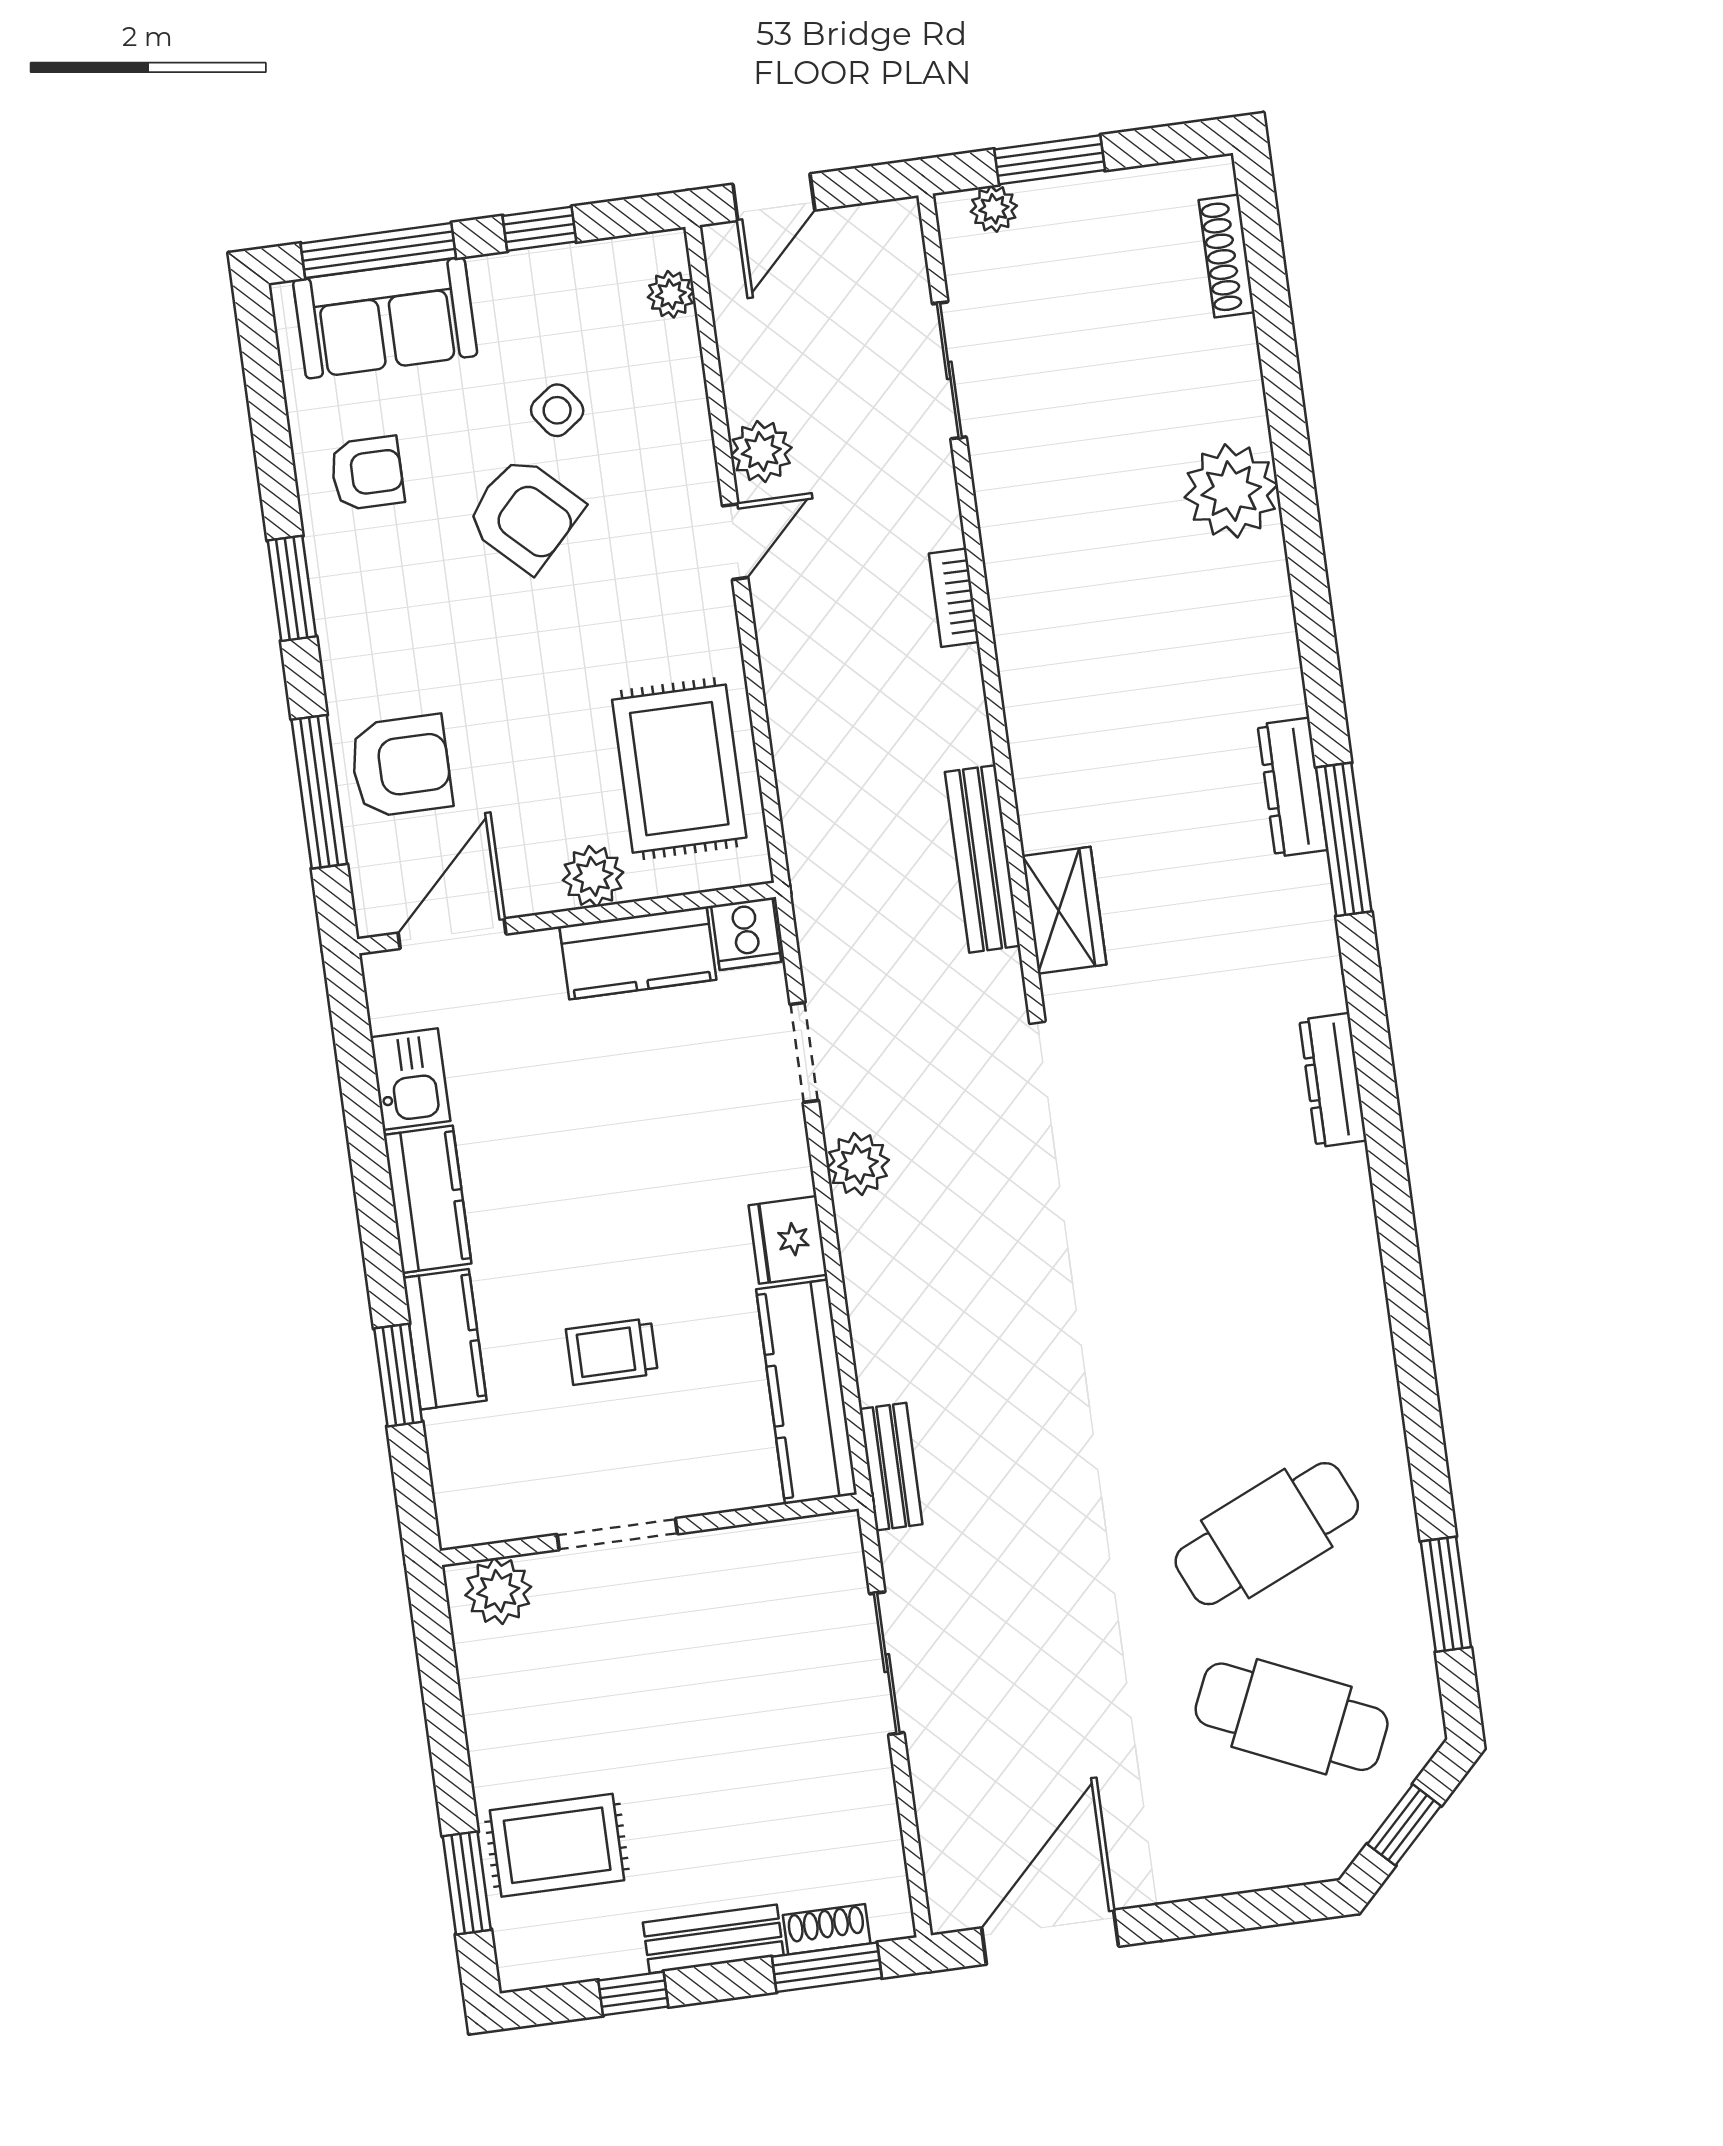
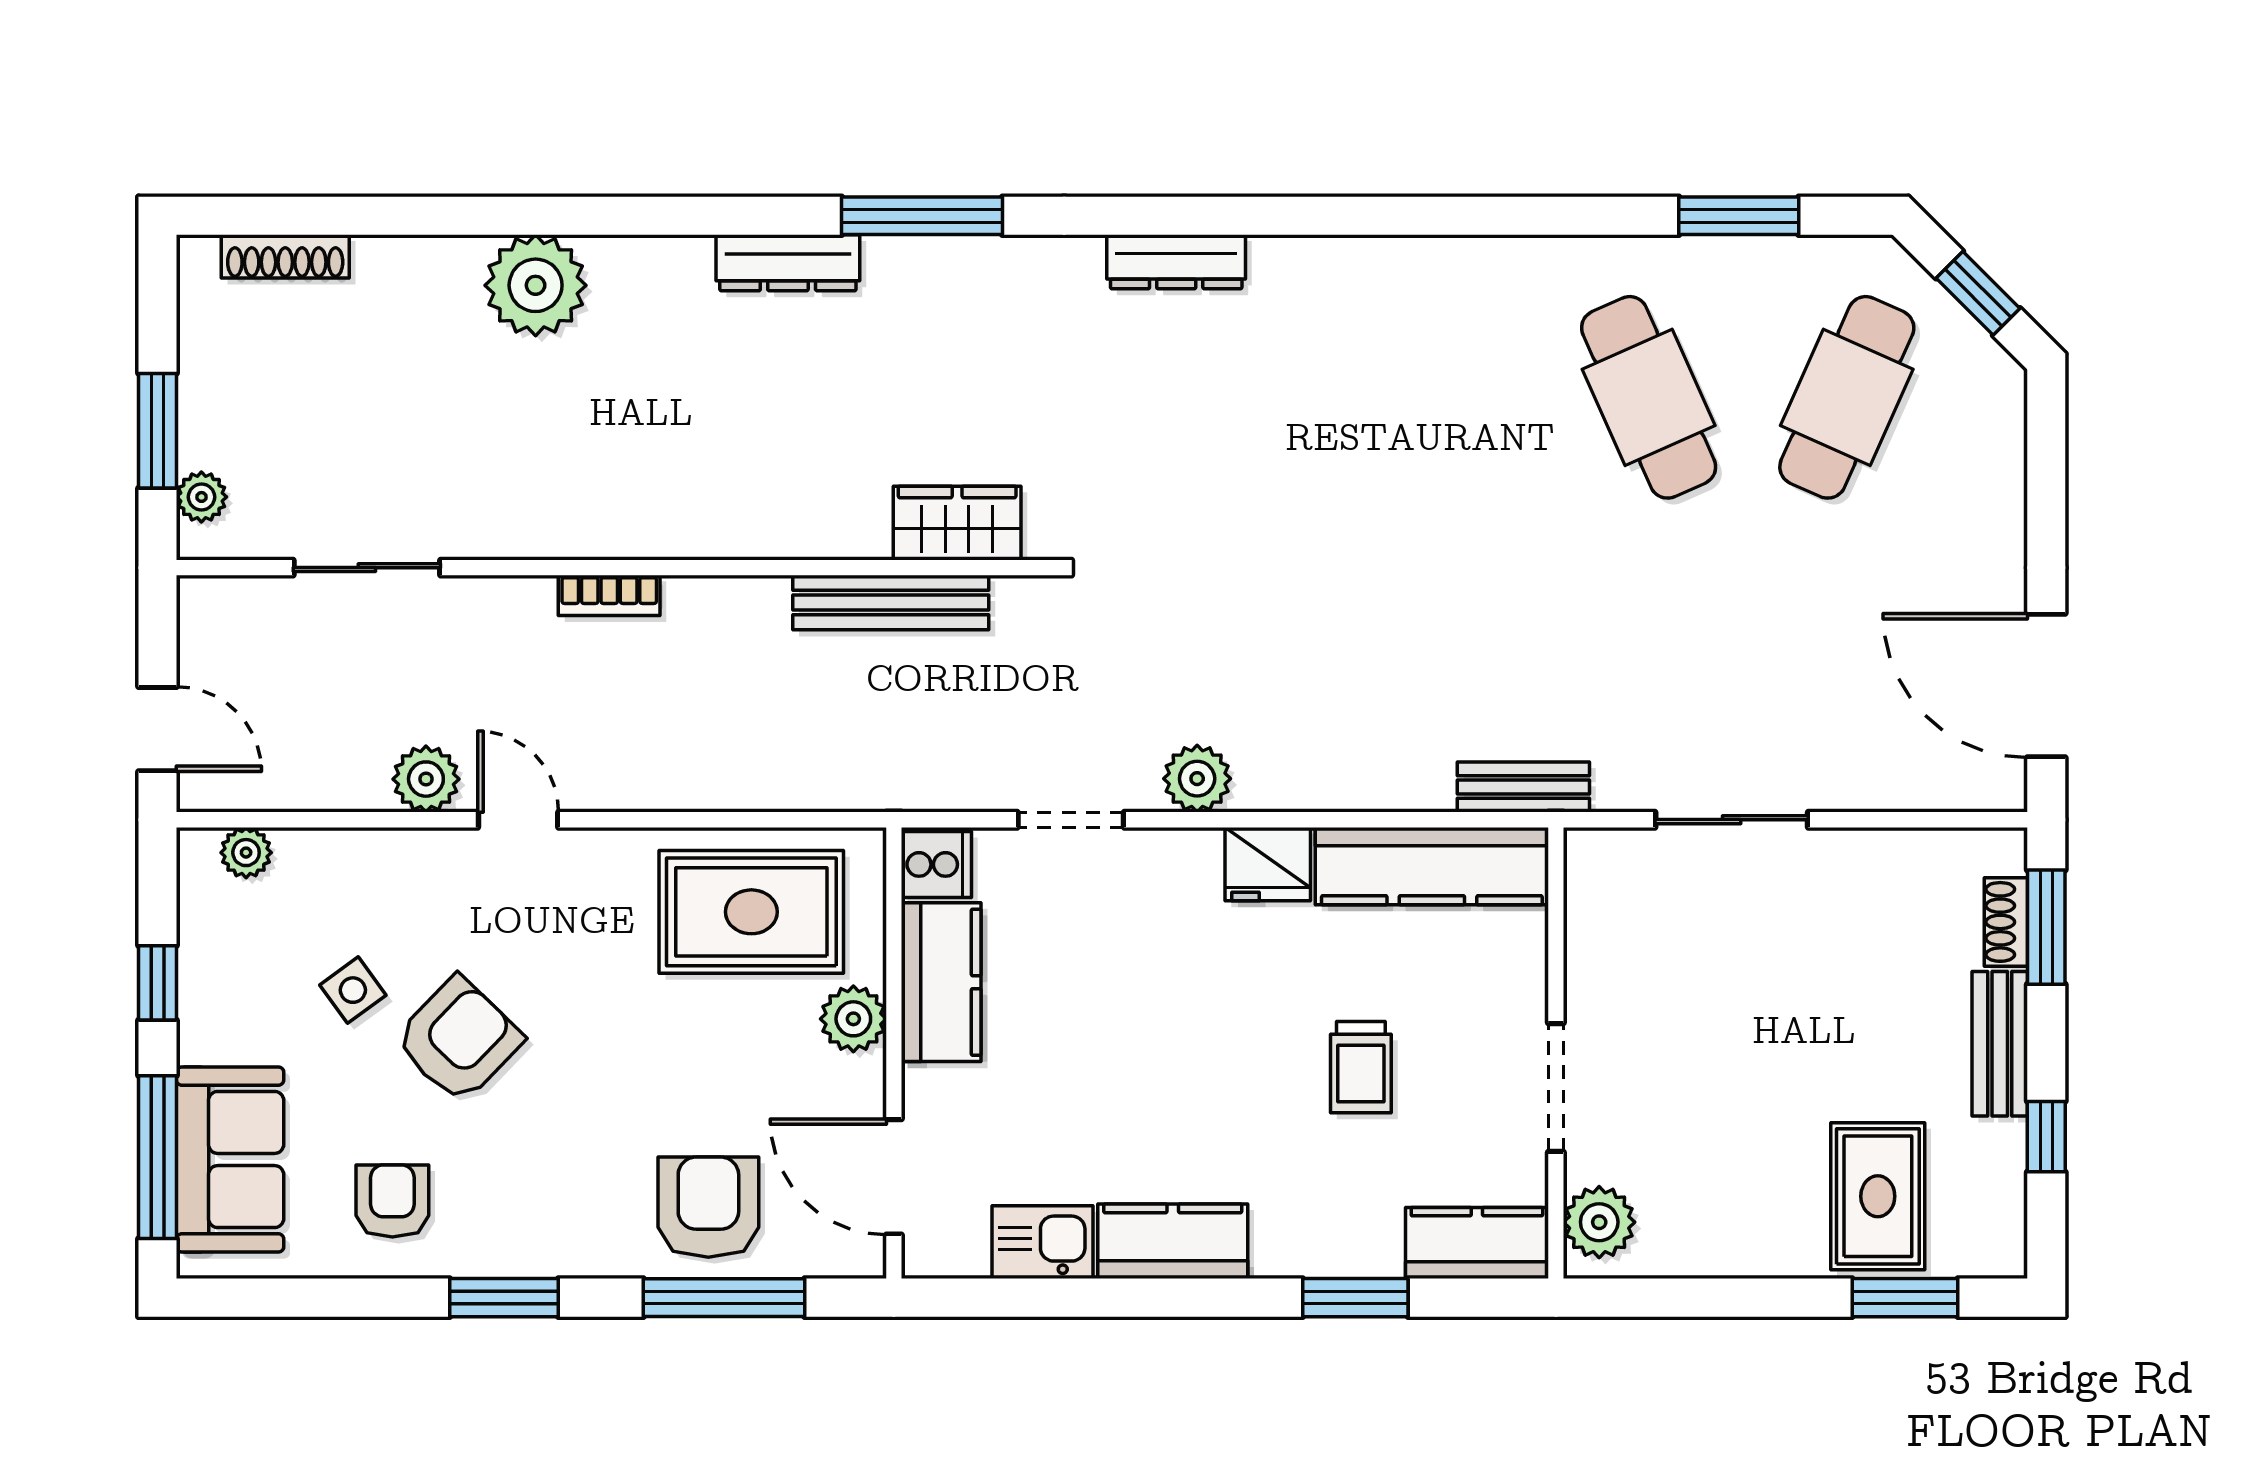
dresser: (1292, 787) -> (788, 263), moved
kitchen counter: (445, 1339) -> (1477, 1243), moved

